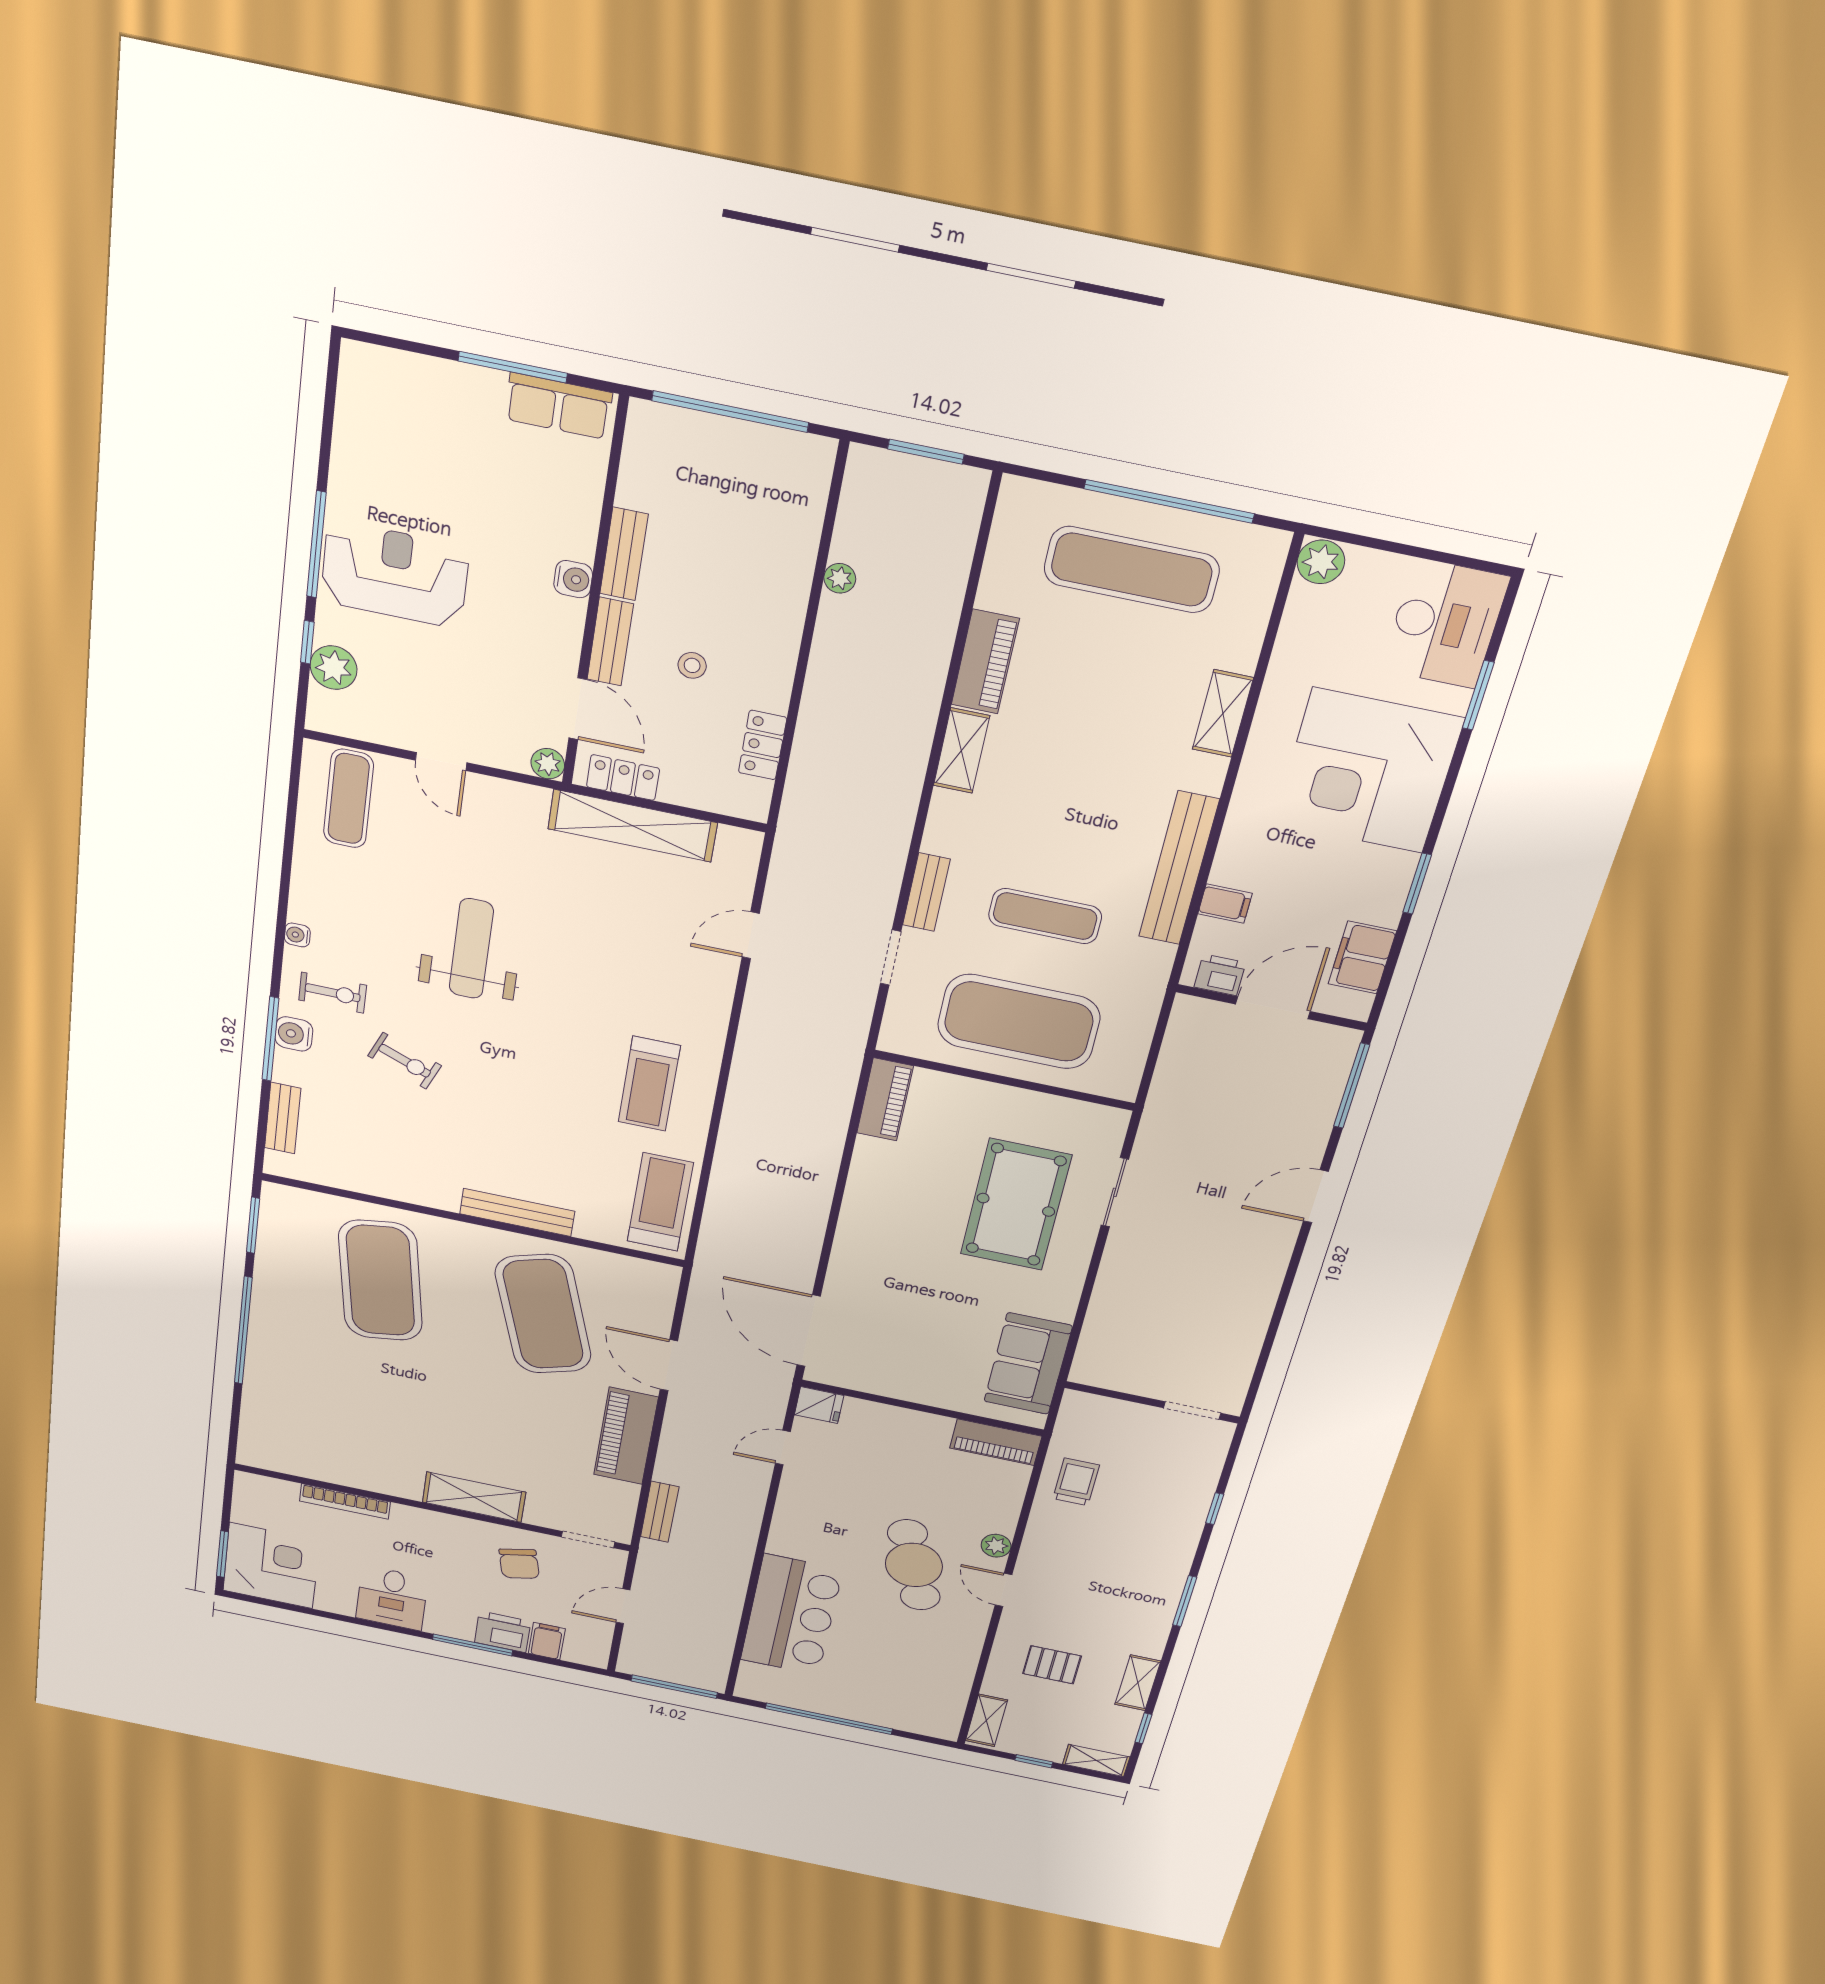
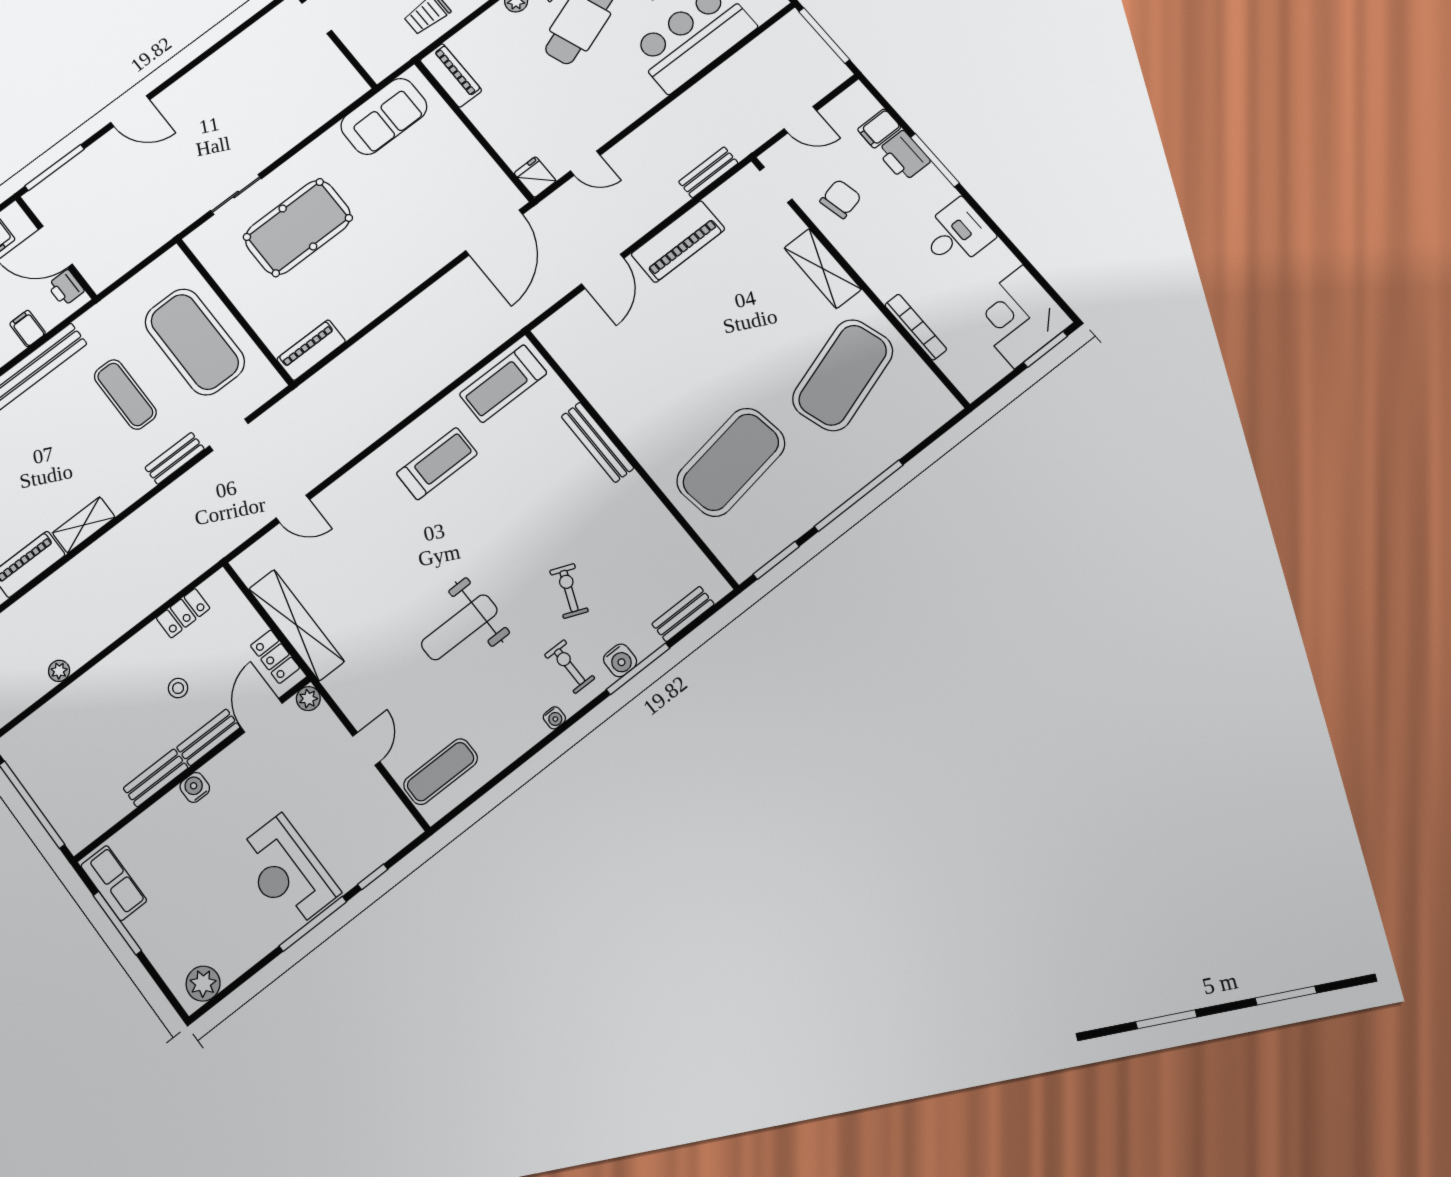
plant: (334, 668) -> (203, 984), moved
exercise mat: (543, 1314) -> (843, 375), moved

